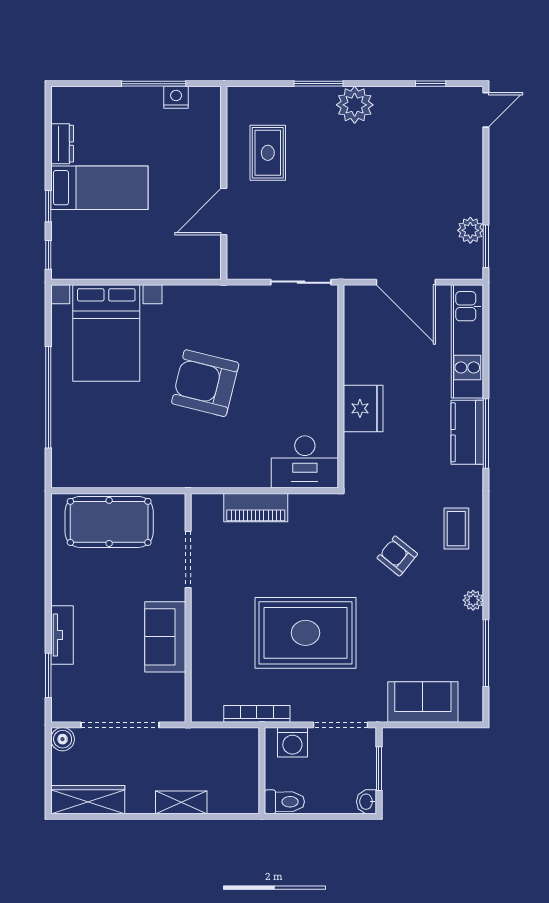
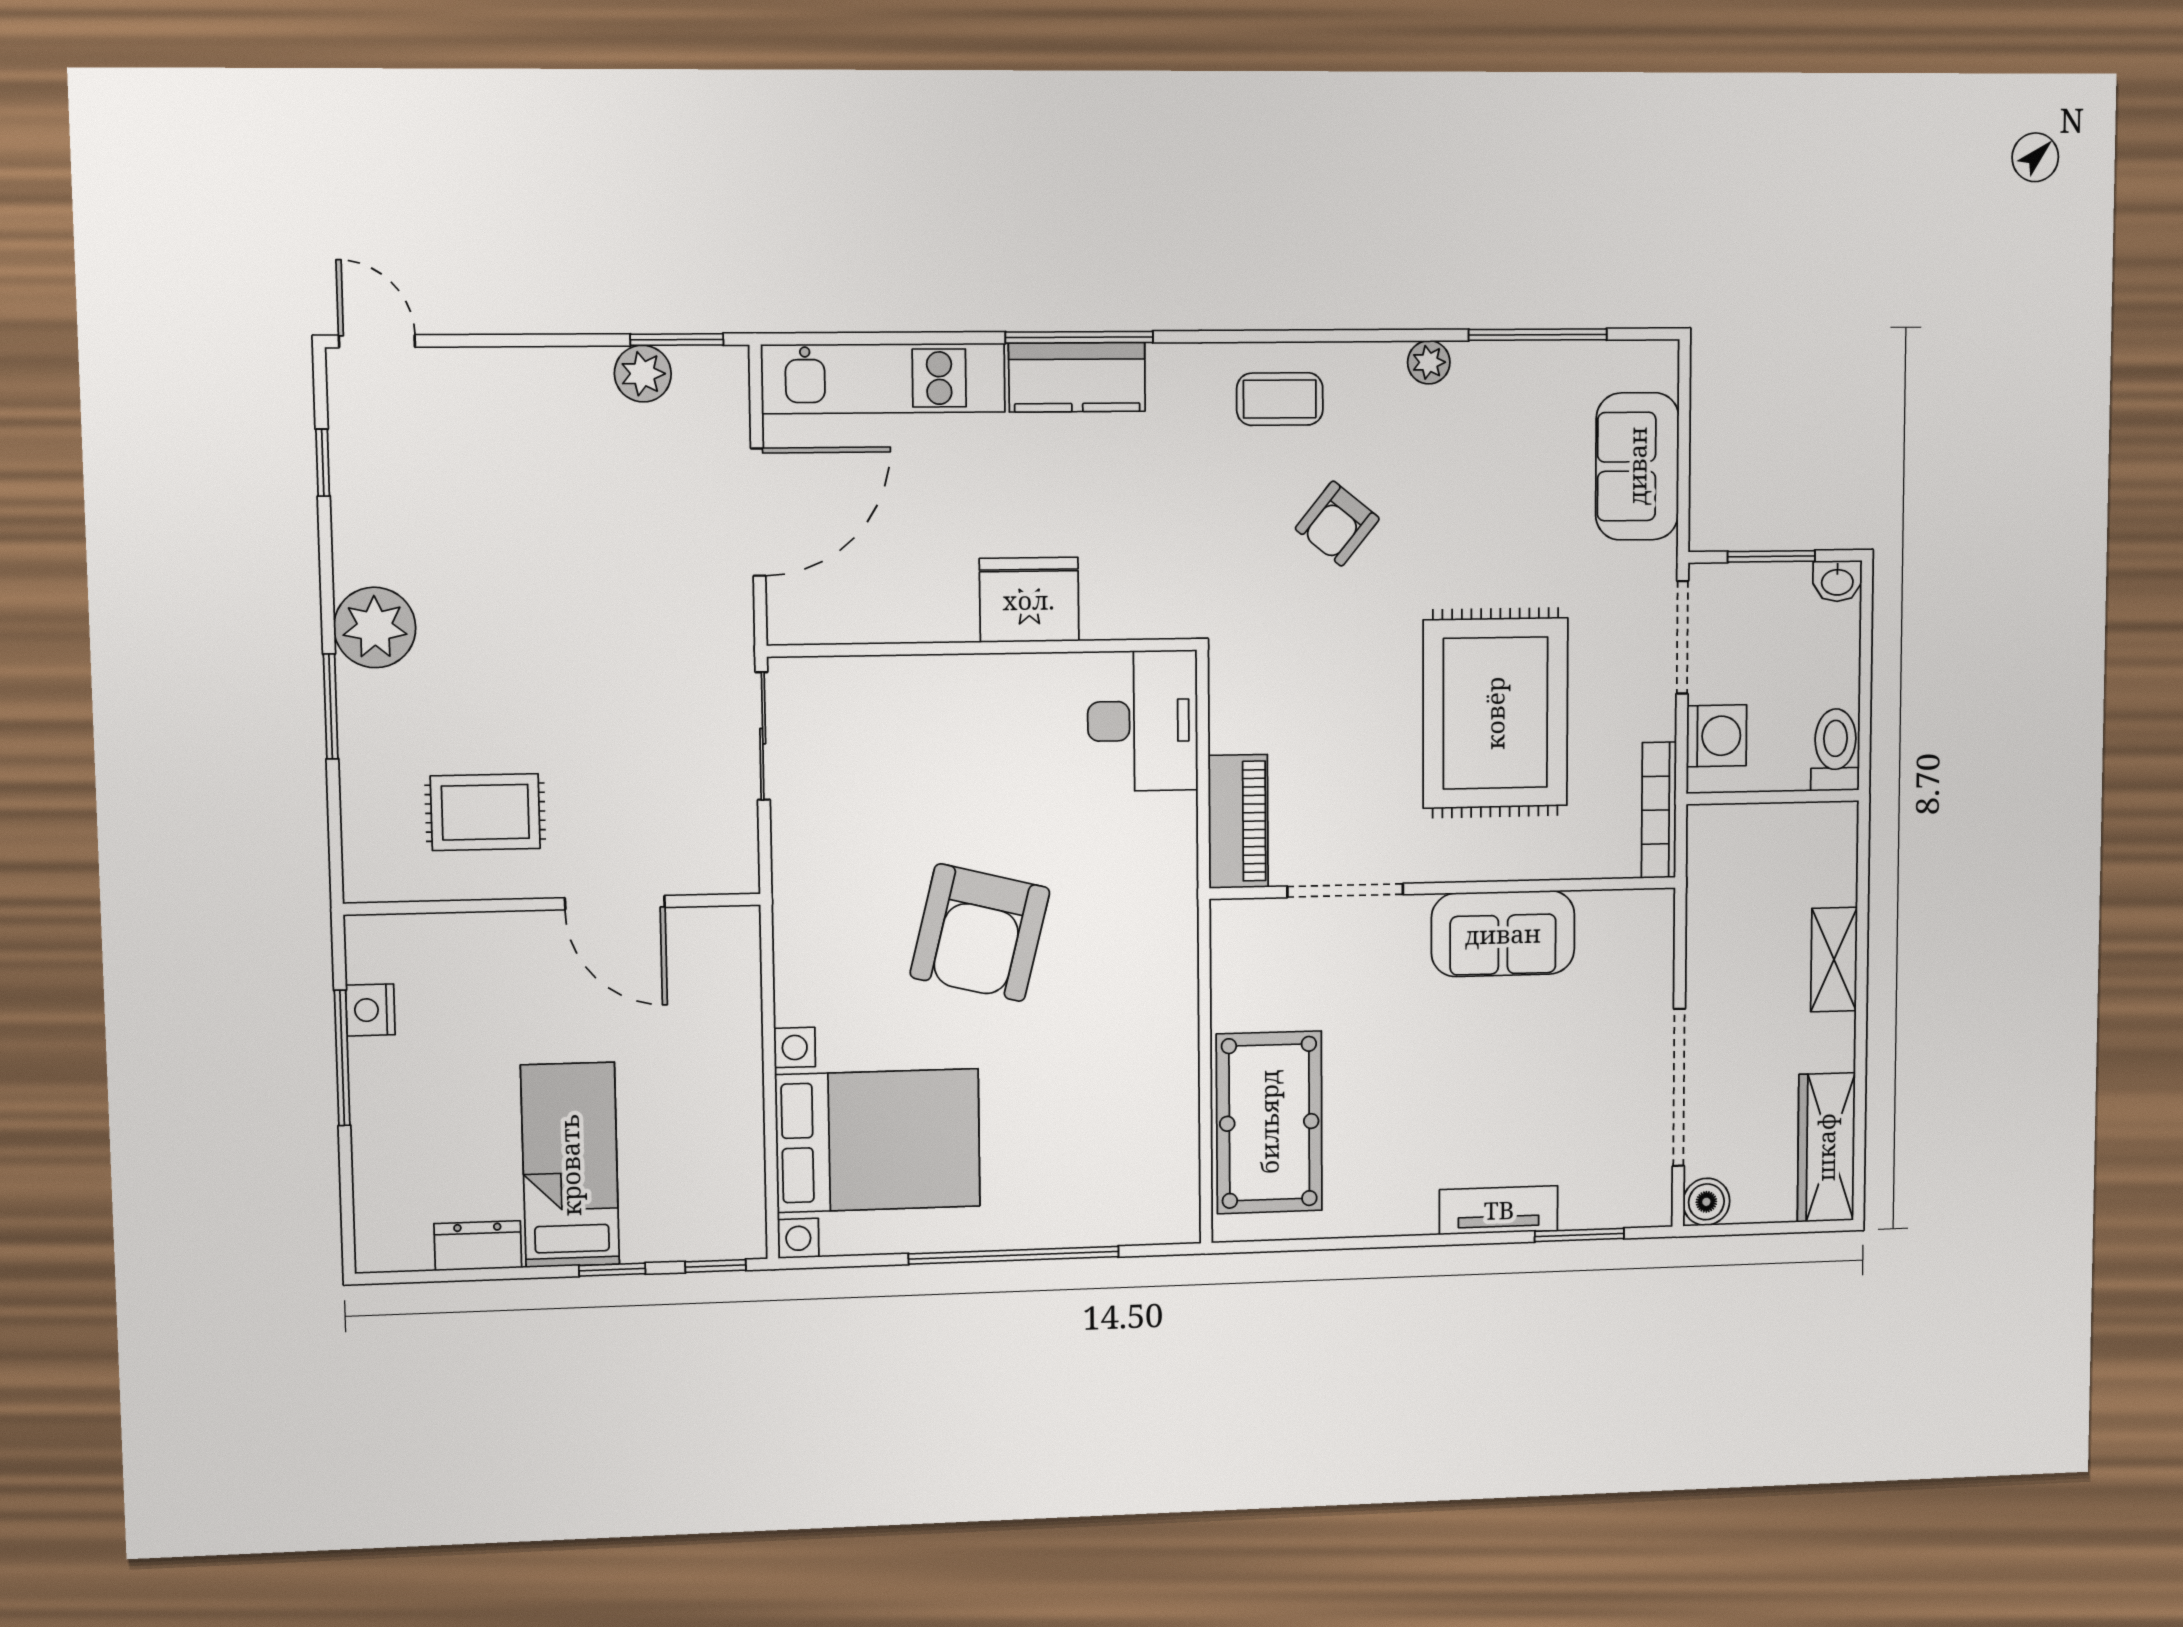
doorway: (188, 559) -> (1345, 890), moved
wall: (188, 608) -> (1444, 888), moved
sofa: (165, 637) -> (1503, 934), moved

